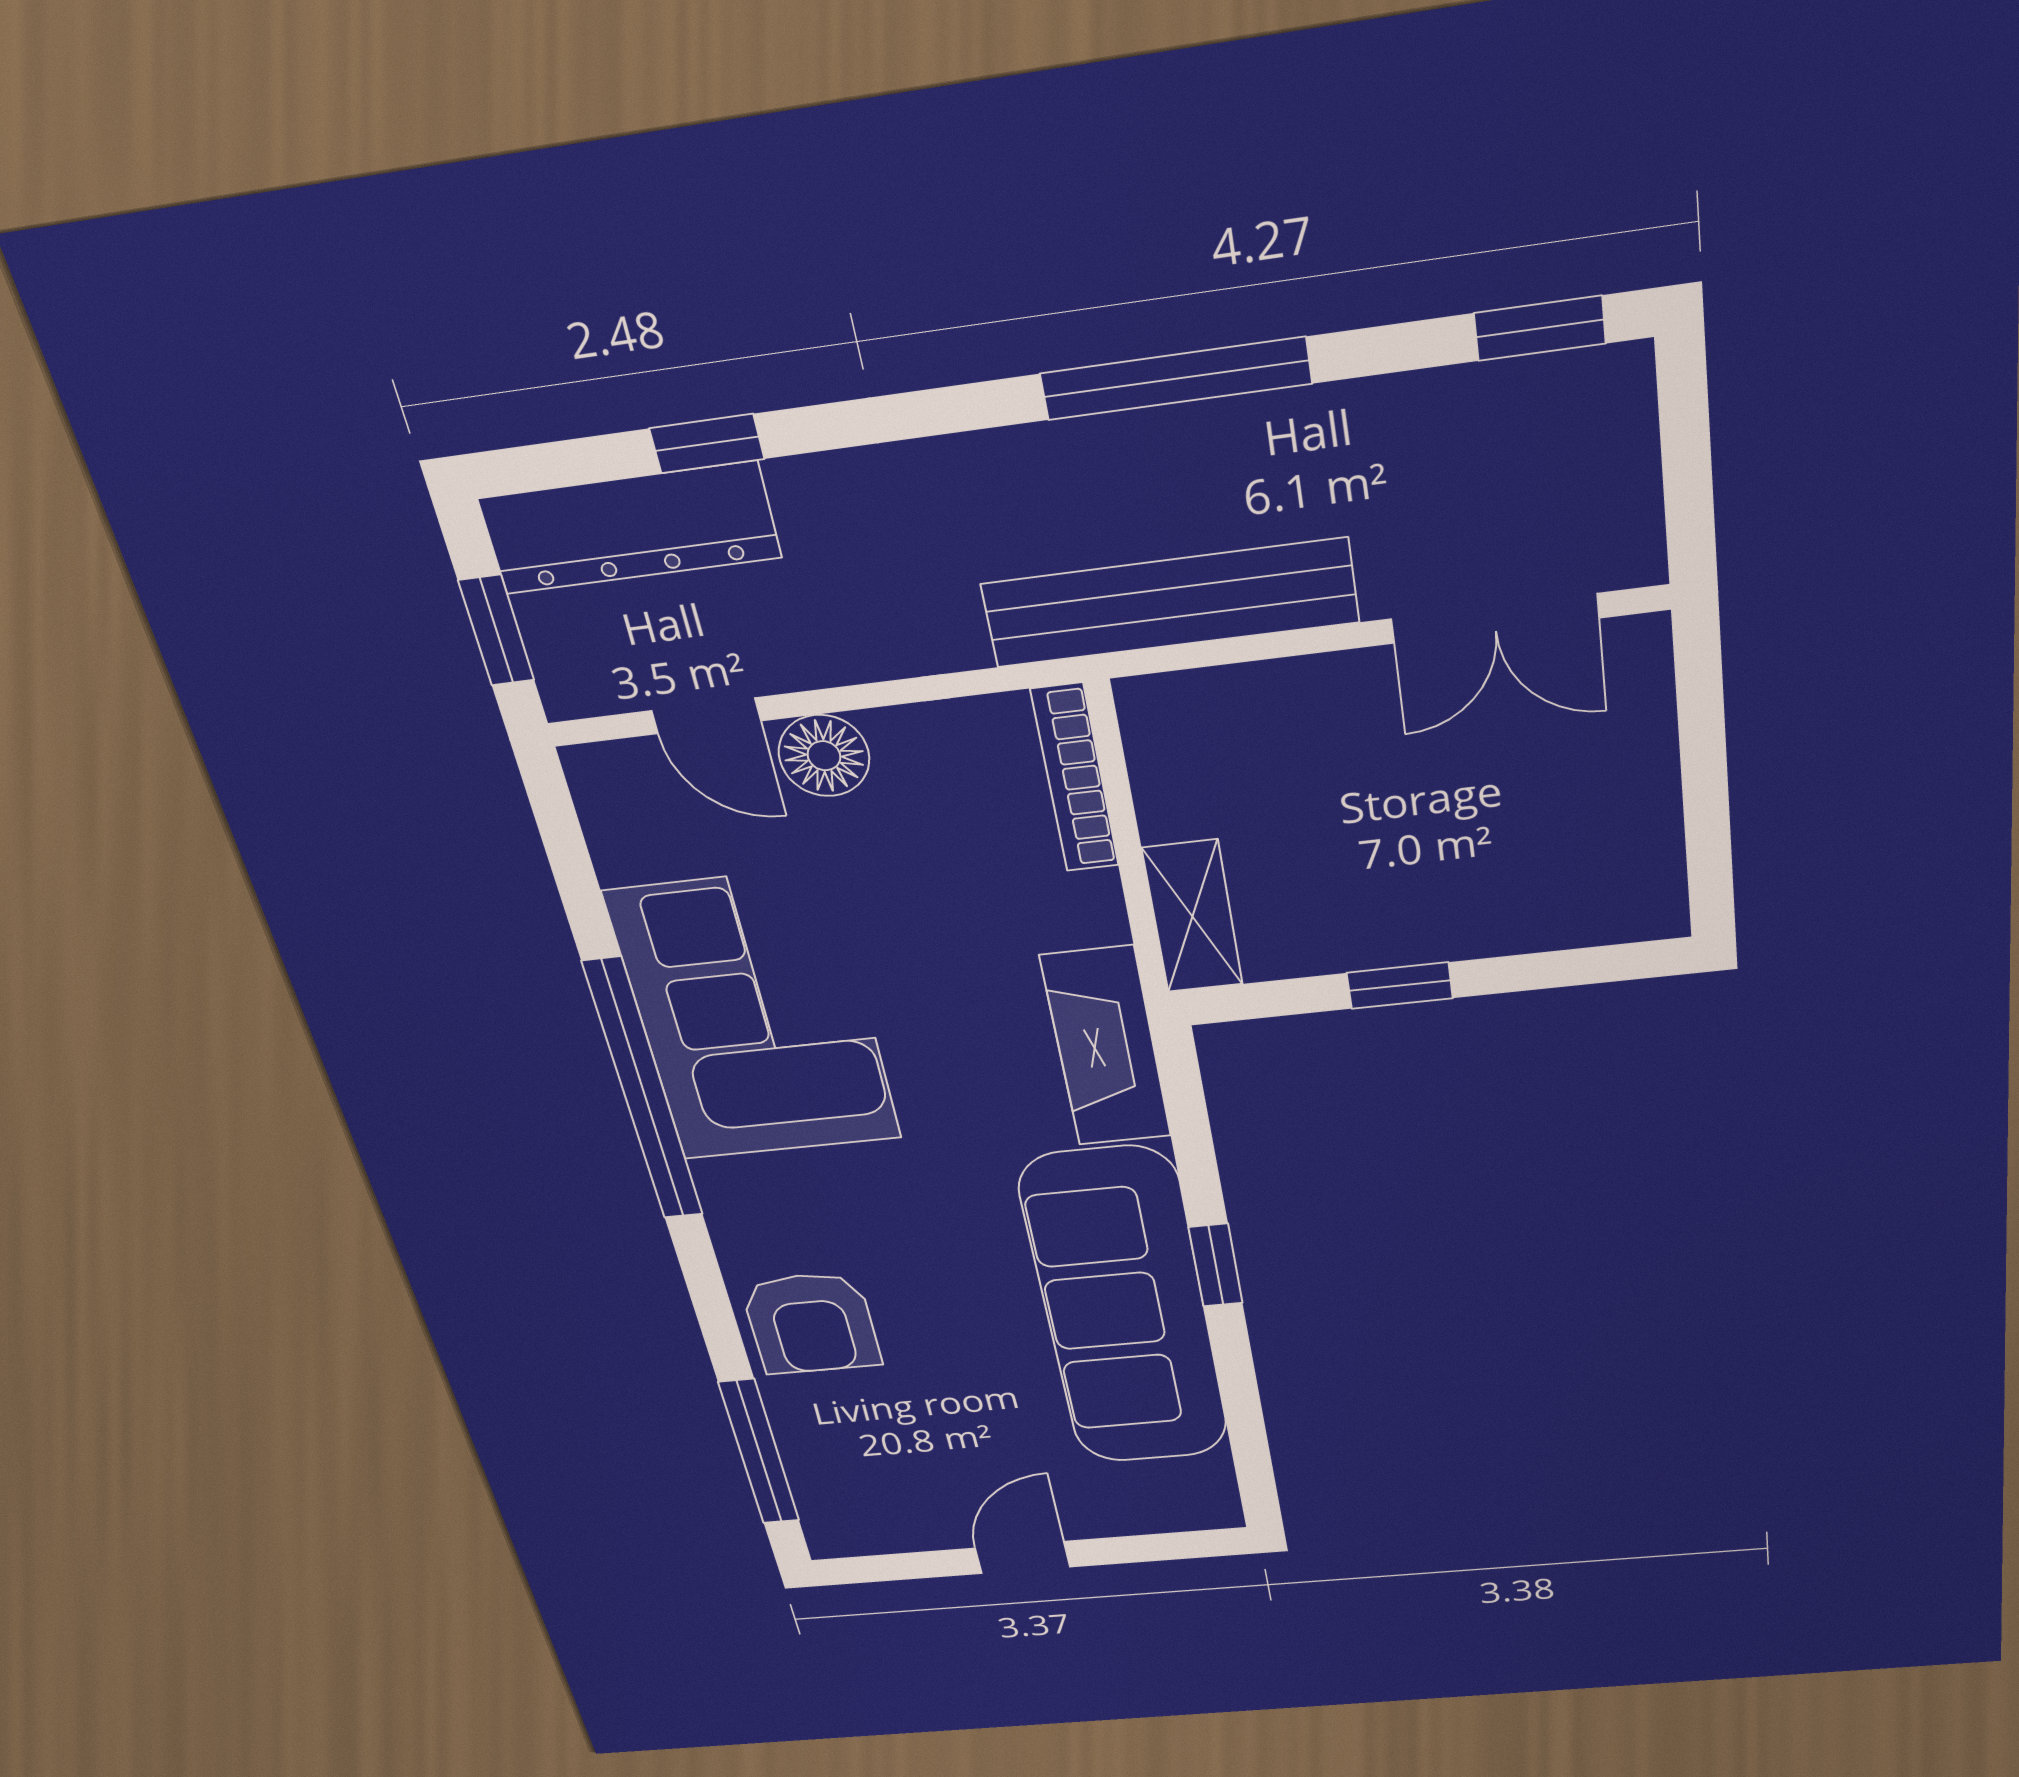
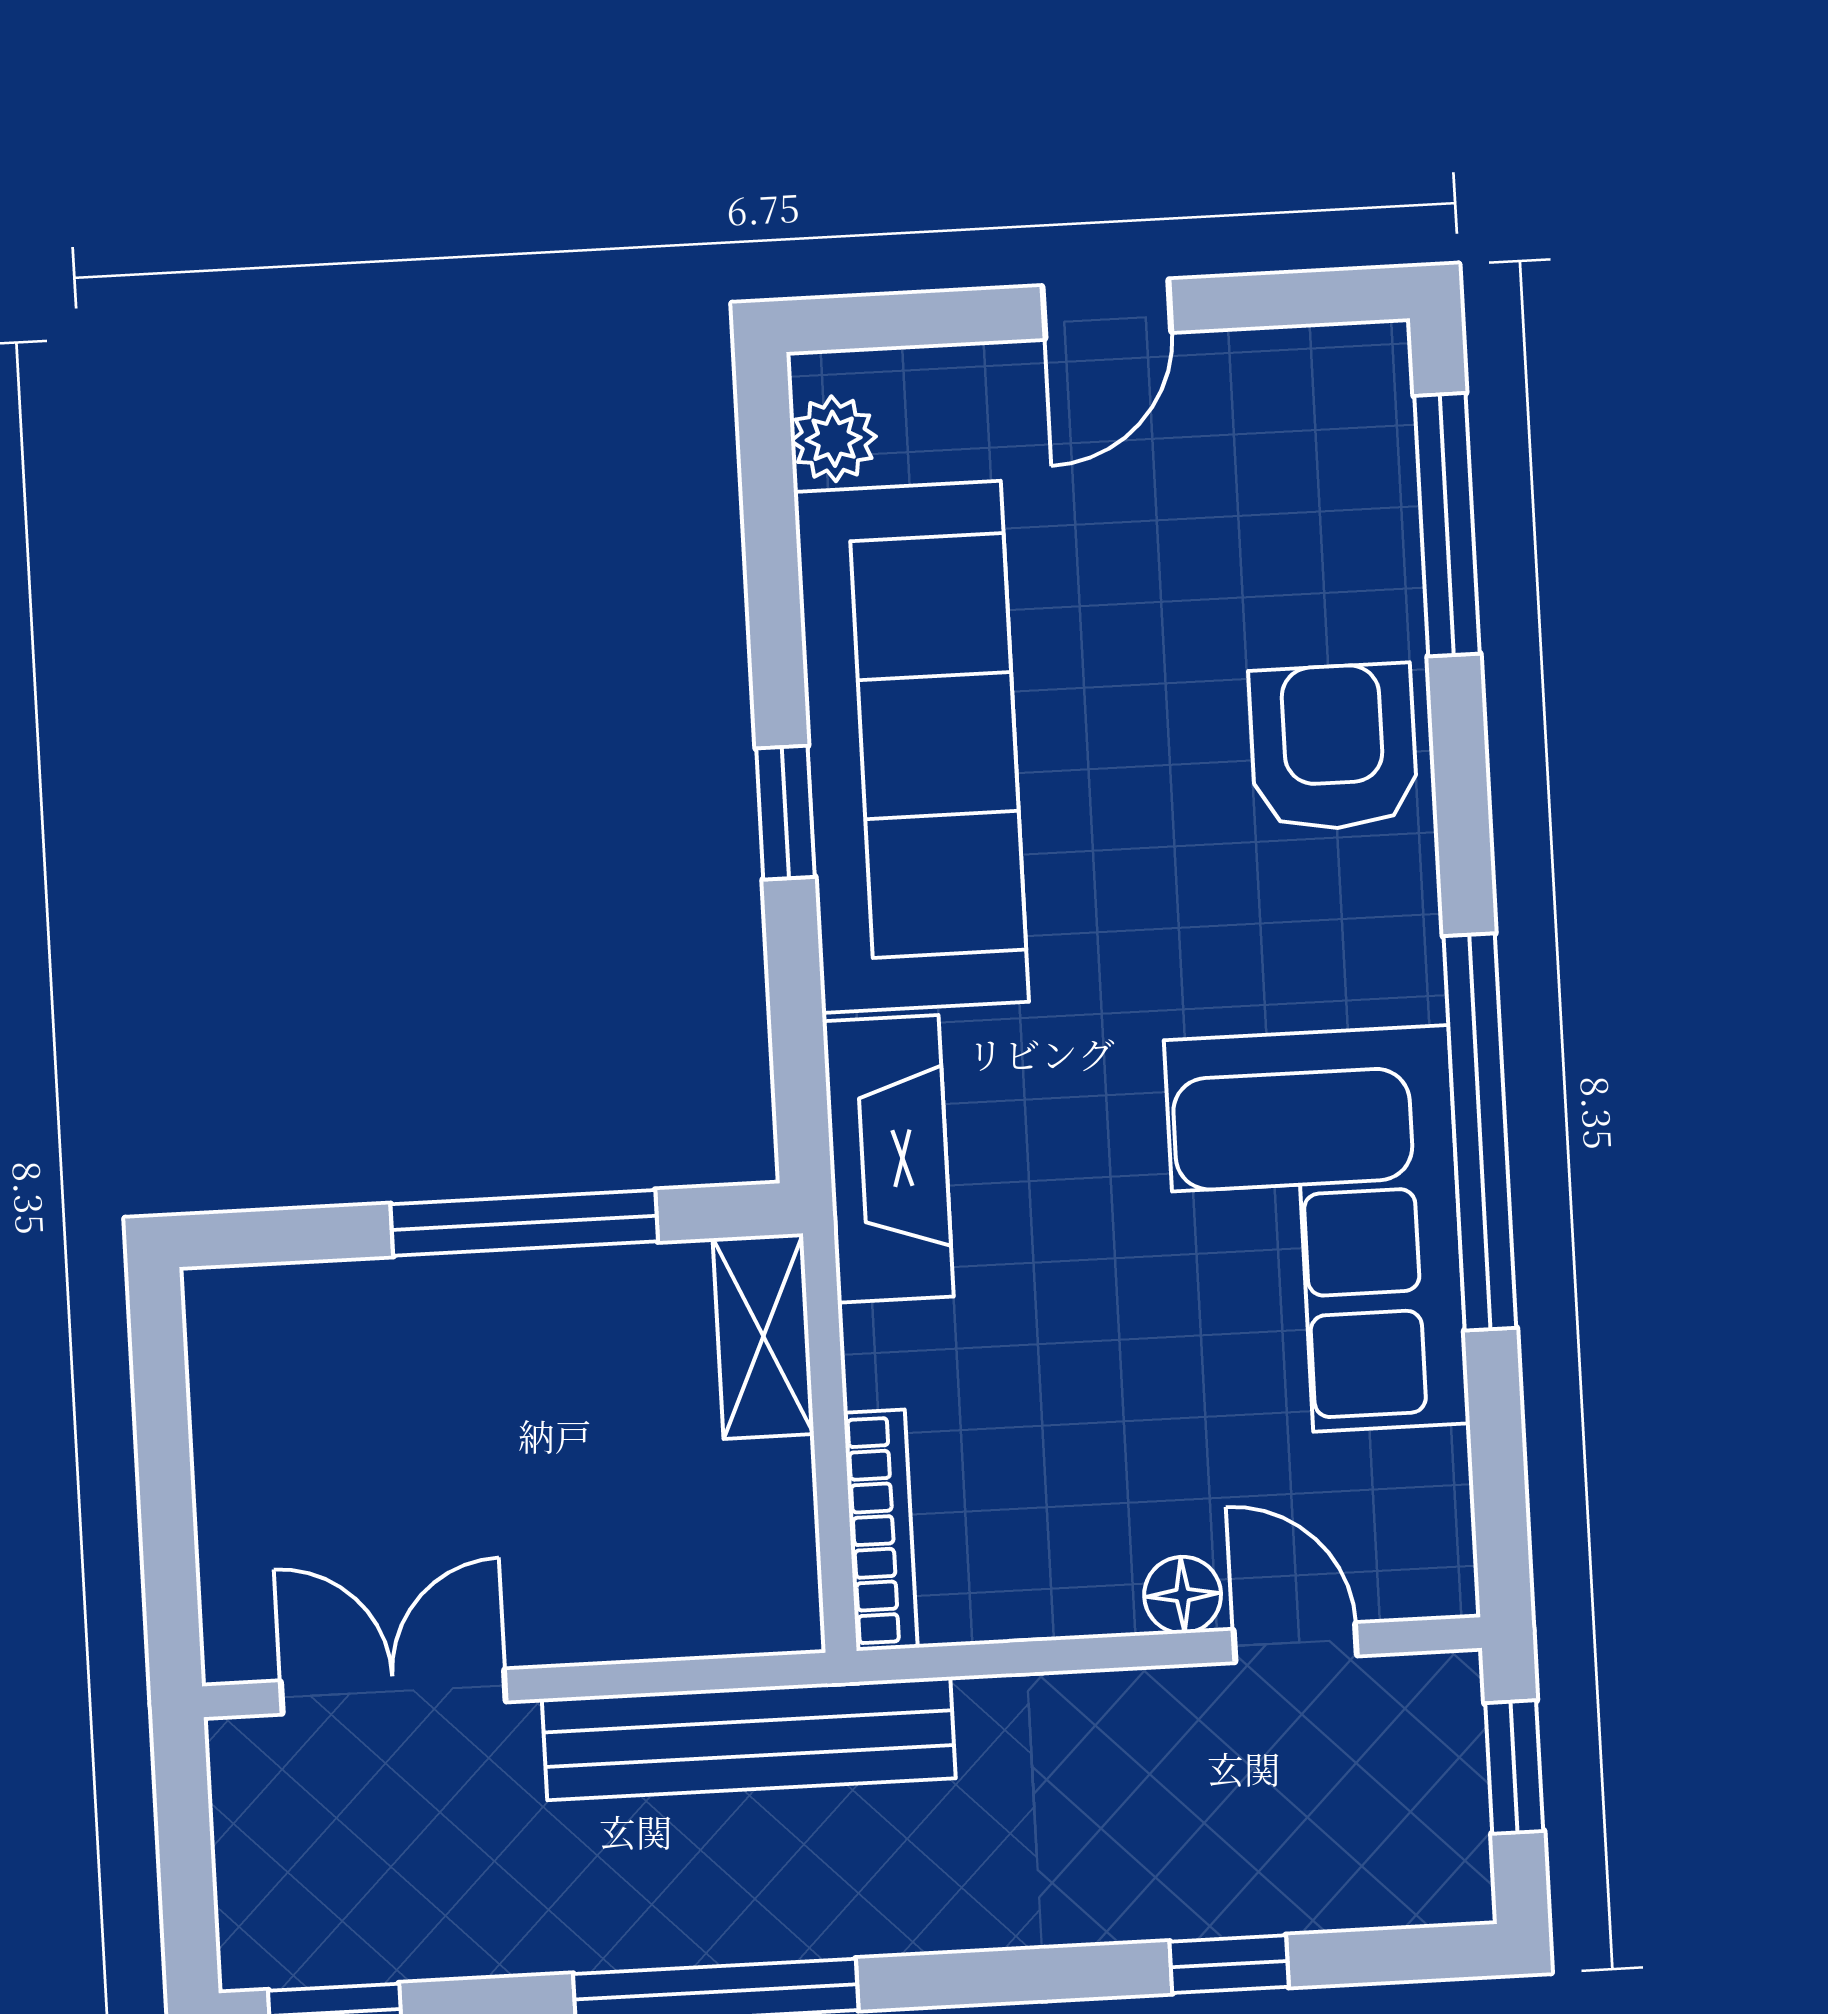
dresser: (630, 528) -> (1334, 1876), removed
floor lamp: (824, 756) -> (1183, 1595), width x0.73, depth x0.73
window: (1400, 986) -> (524, 1223), width x2.17
plant: (1206, 1482) -> (834, 439), added

